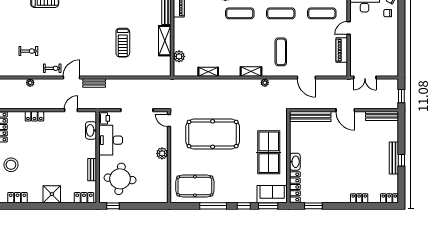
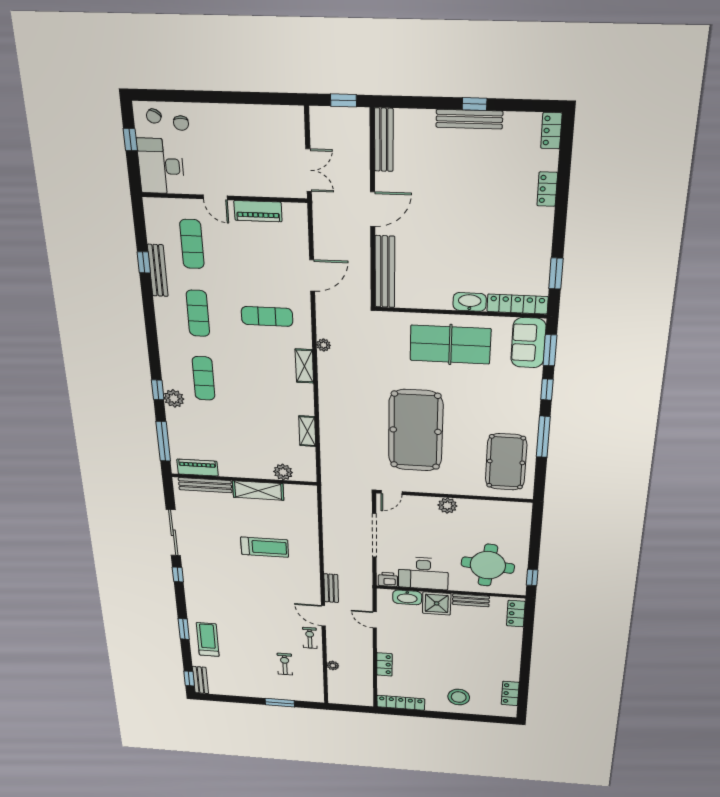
shower: (52, 194) -> (437, 603), moved

